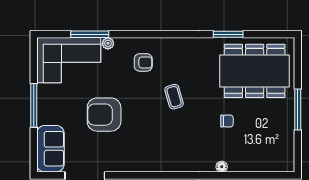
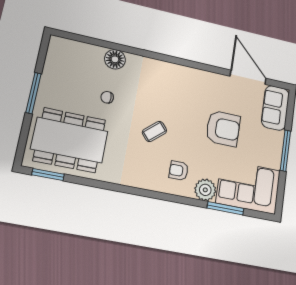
window: (228, 34) -> (48, 175), moved
plant: (108, 43) -> (205, 190), width x1.88, depth x1.88
coffee table: (174, 97) -> (154, 131), turned 65
floor lamp: (222, 167) -> (115, 59), width x1.89, depth x1.89

